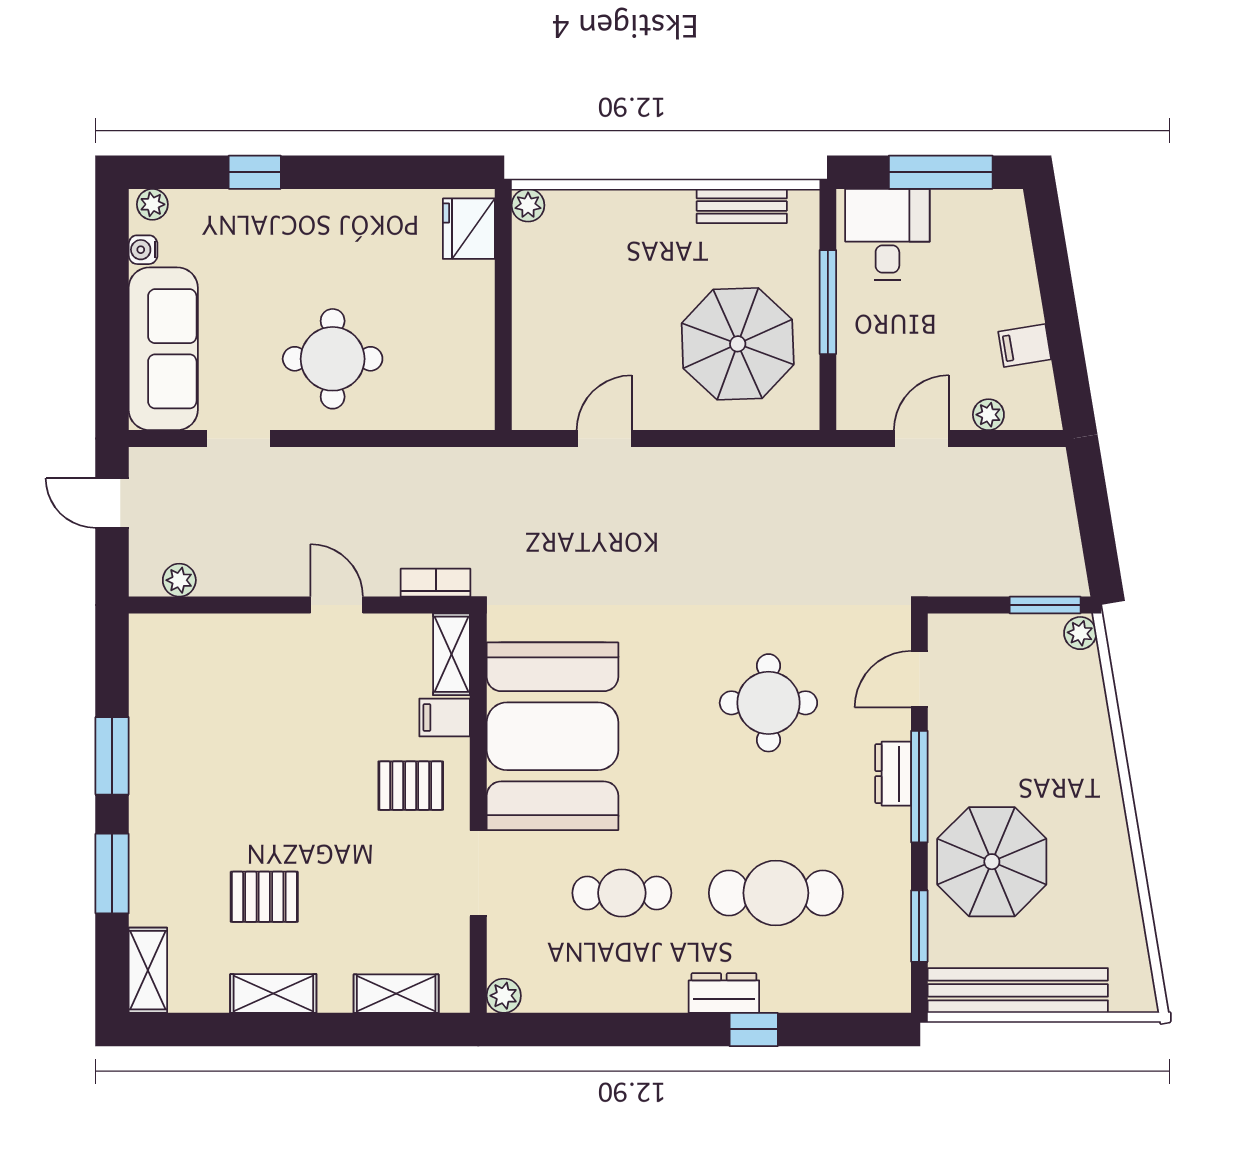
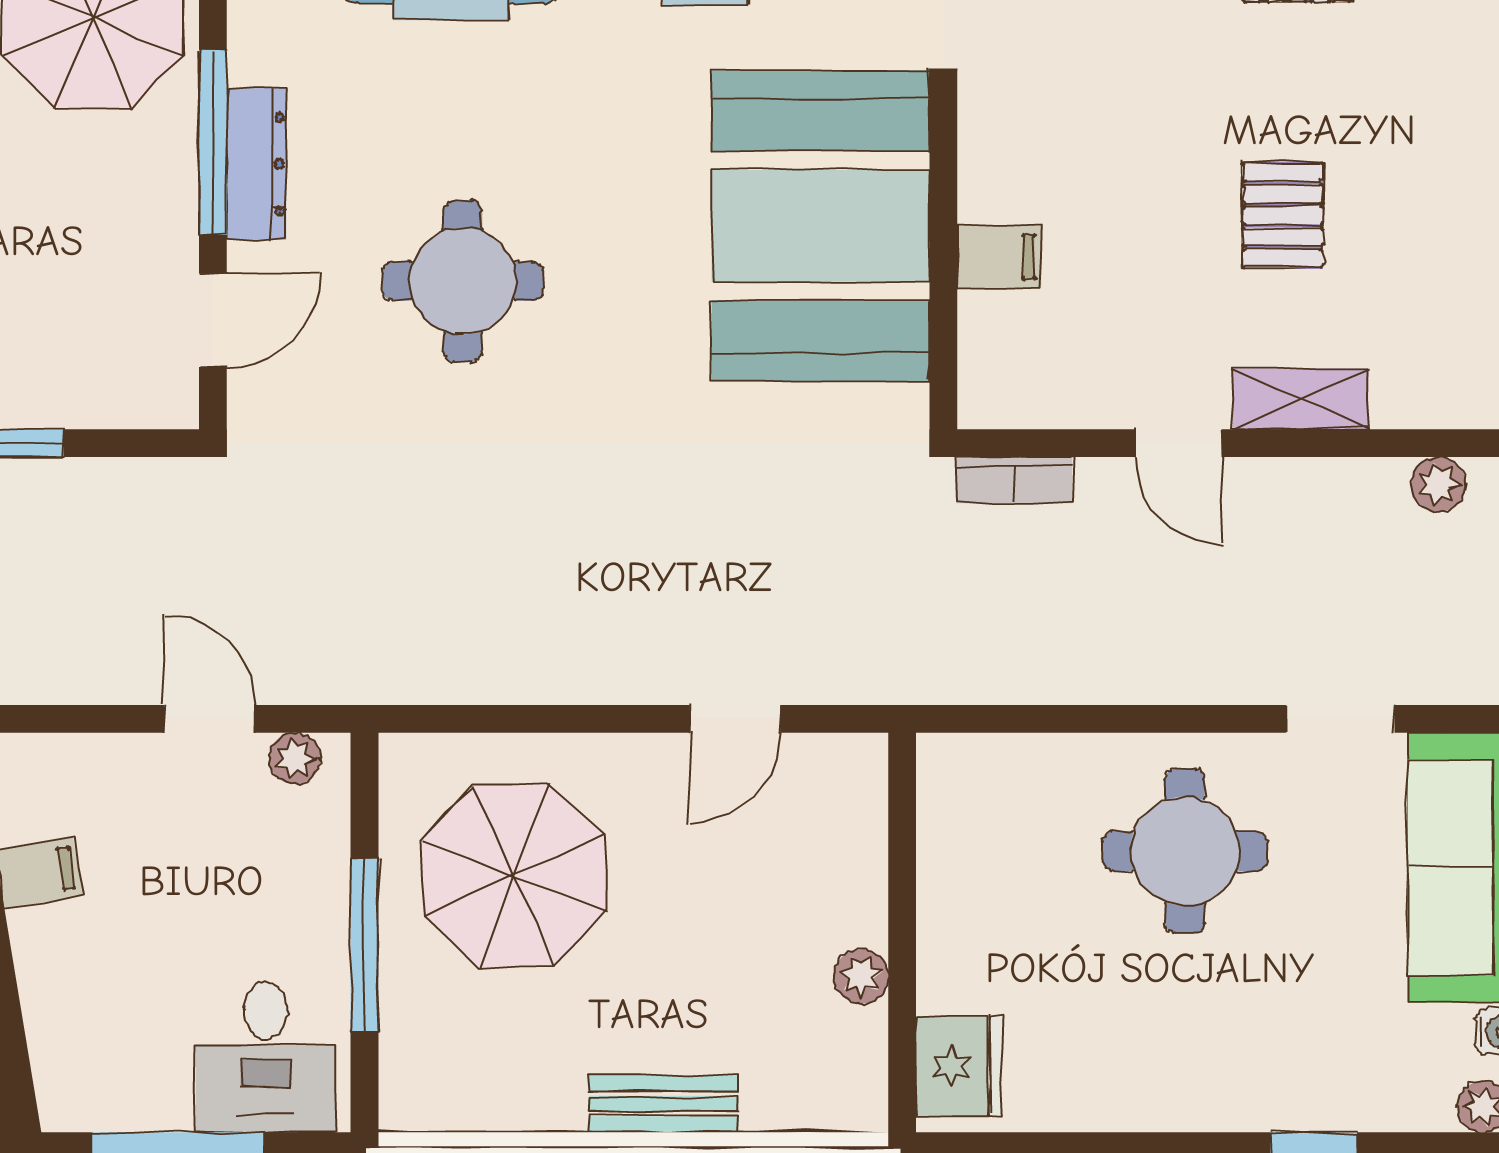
plant: (528, 205) -> (861, 976), moved
bench: (742, 206) -> (663, 1104), moved
plant: (988, 415) -> (295, 758), moved
door: (921, 439) -> (210, 719), swing flipped
shelving: (452, 654) -> (1300, 399), moved, turned 90
dresser: (893, 774) -> (256, 164), width x1.44
pallet: (411, 786) -> (1283, 215), moved, turned 90

